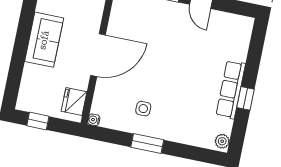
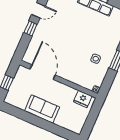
door: (98, 55) -> (43, 72), moved
window: (38, 121) -> (90, 123), removed

